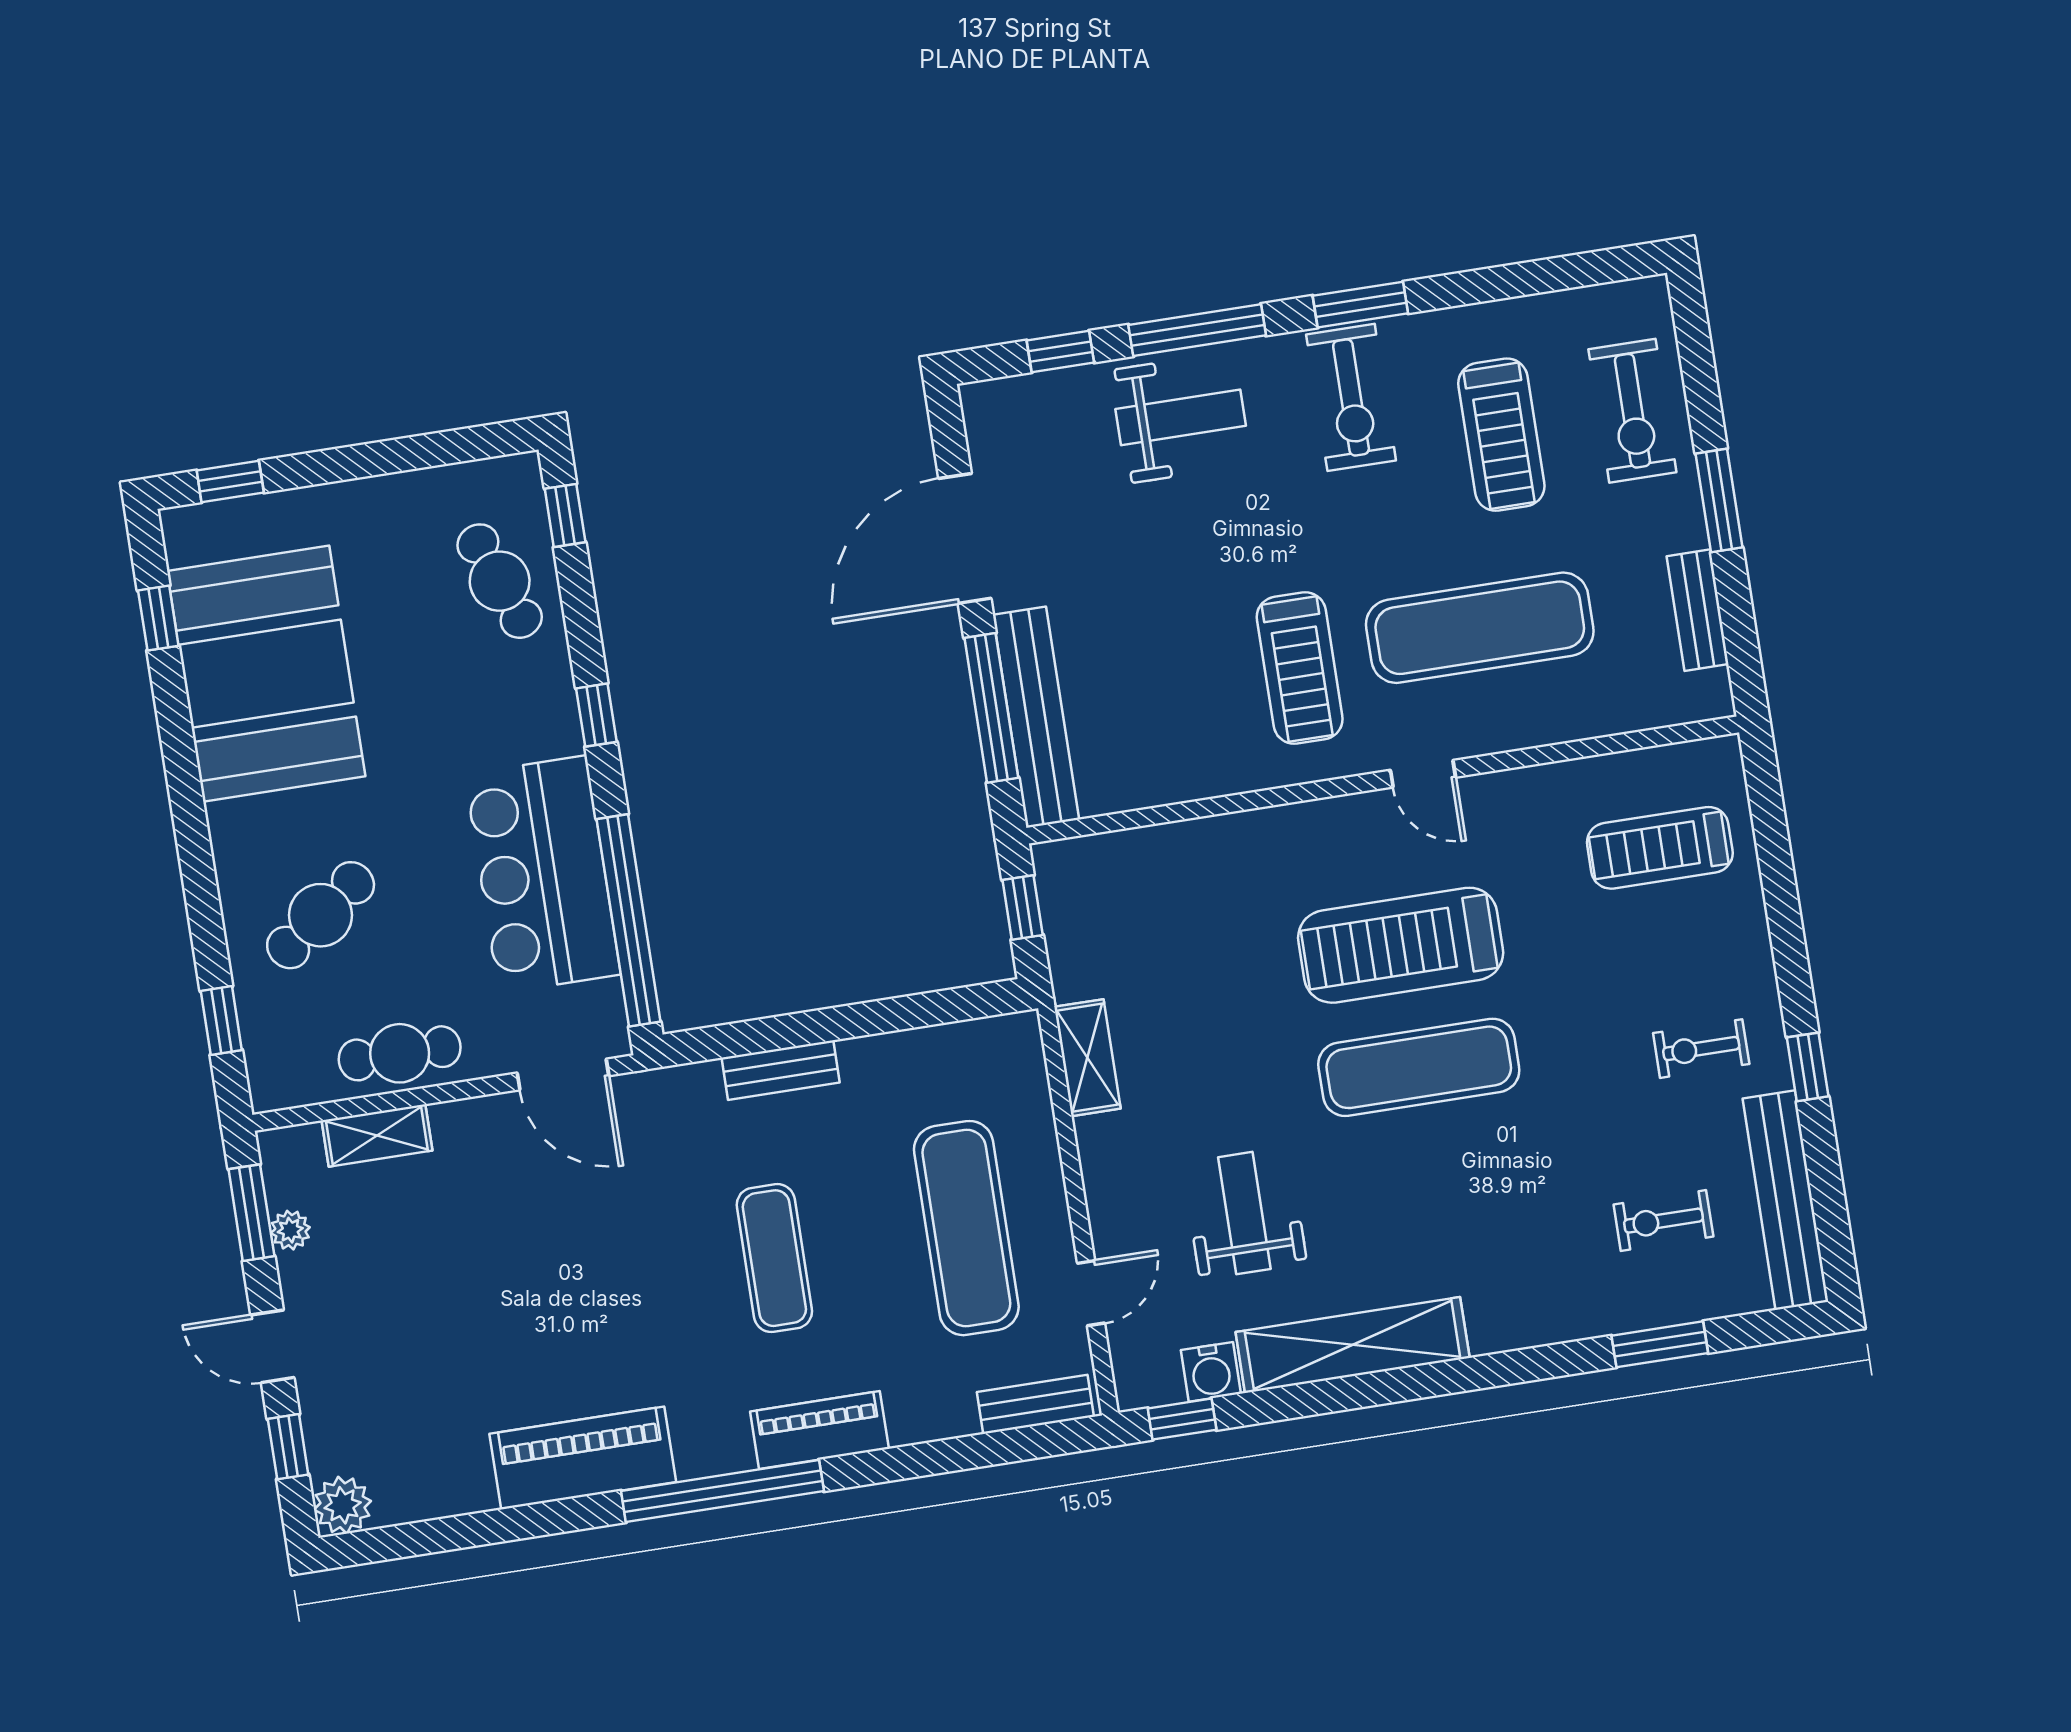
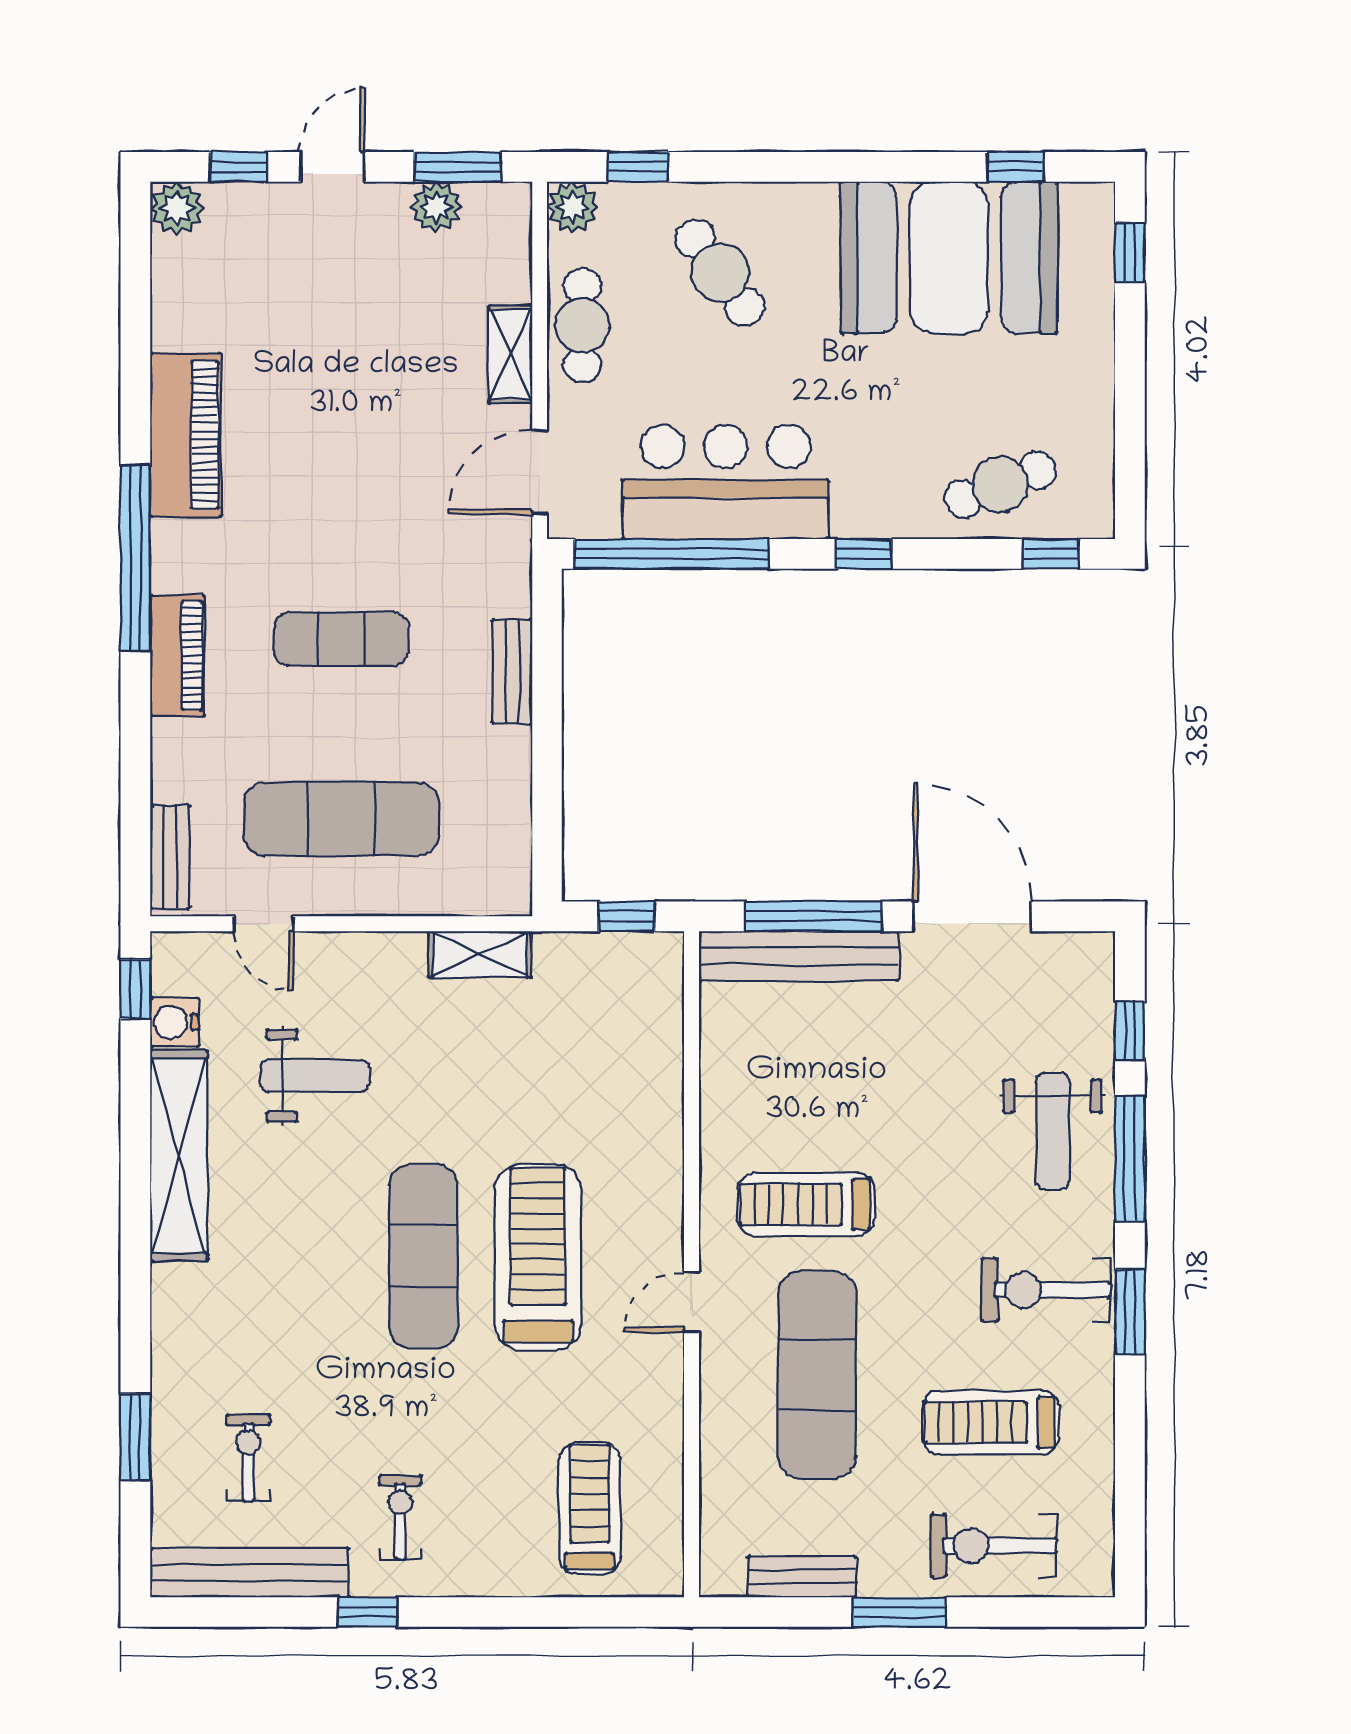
plant: (275, 1083) -> (573, 207), added
shelving: (377, 1135) -> (510, 354), moved
plant: (290, 1230) -> (436, 207), width x1.38, depth x1.38

